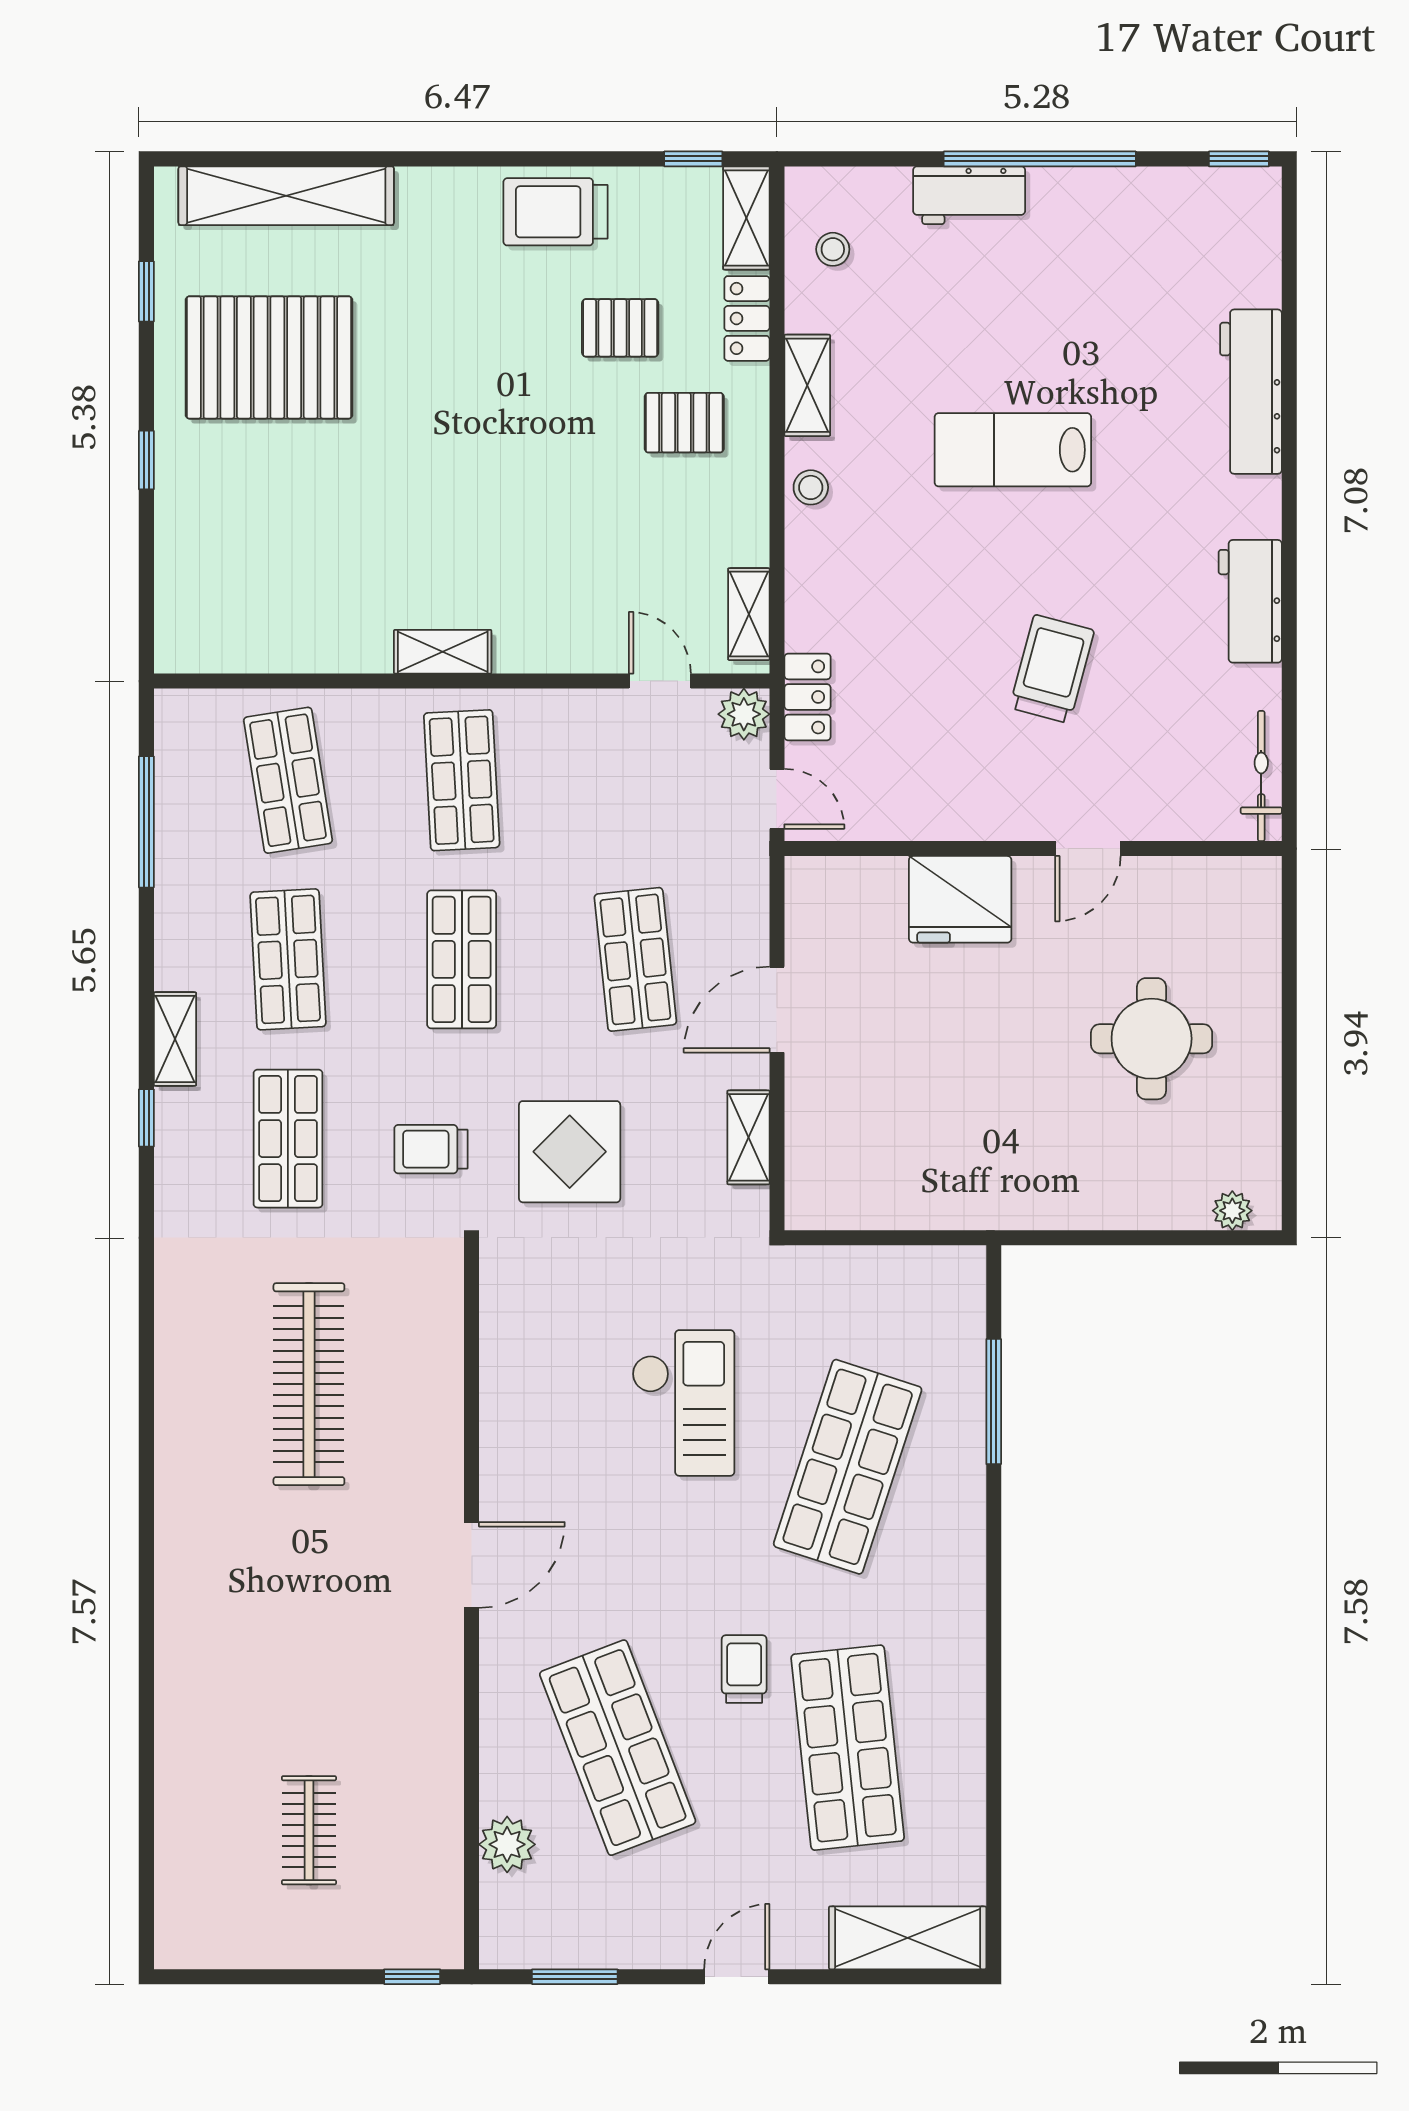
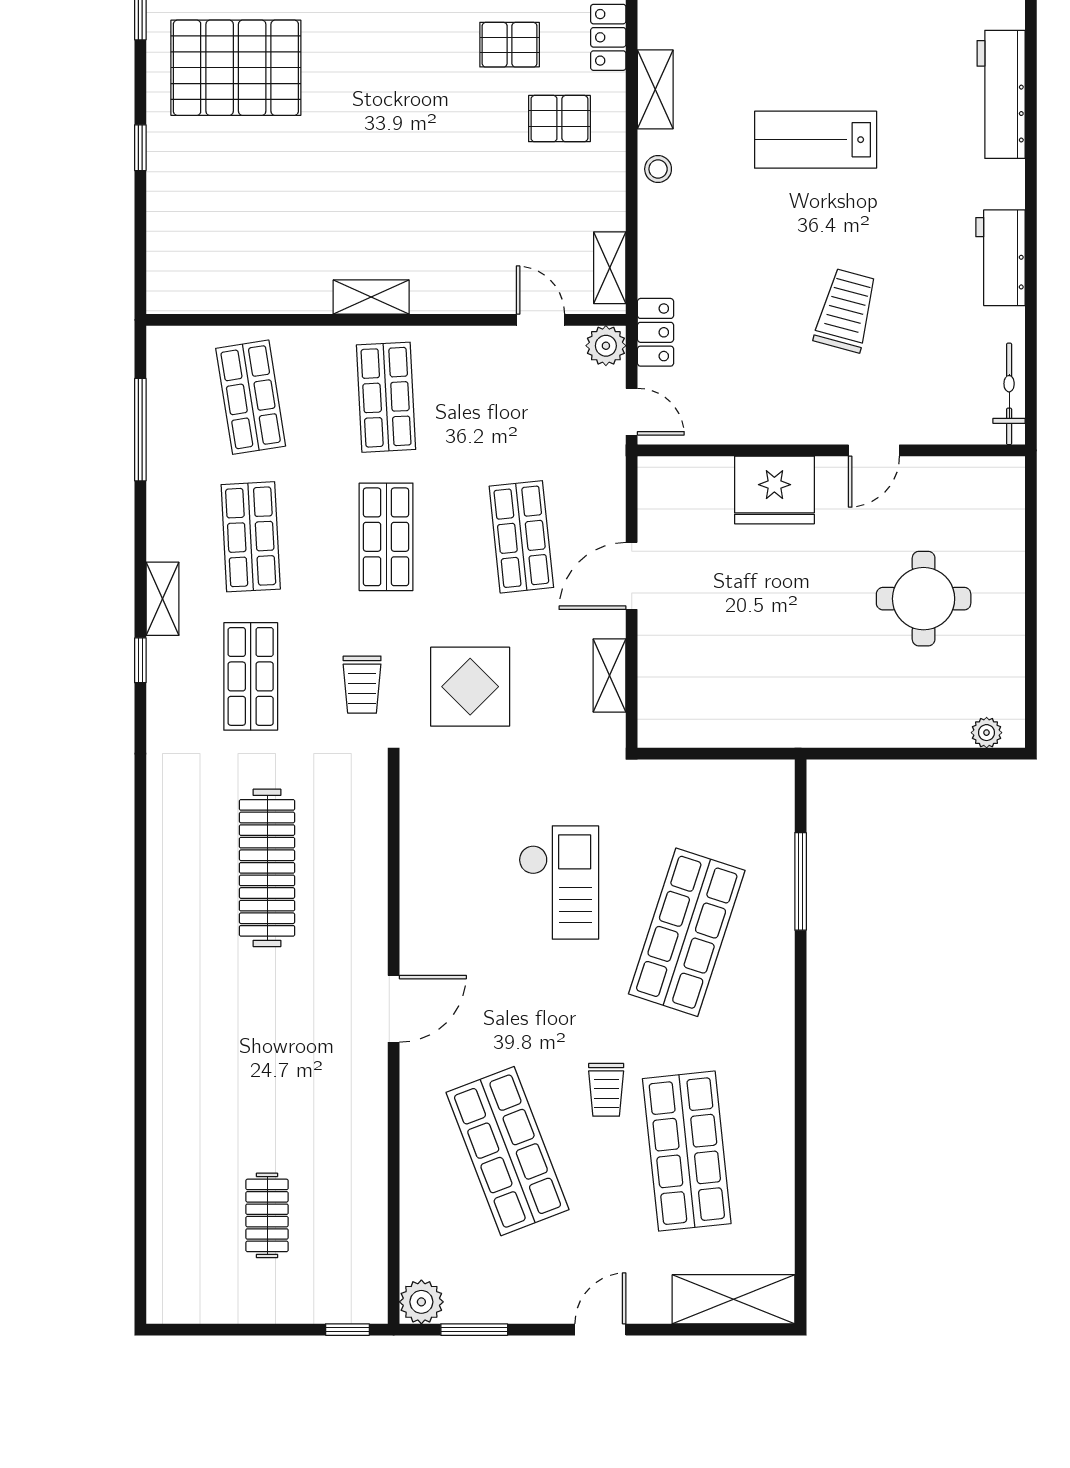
trolley: (431, 1149) -> (362, 685), turned -90
trolley: (744, 1669) -> (606, 1090), turned 180
plant: (507, 1844) -> (421, 1302), moved

